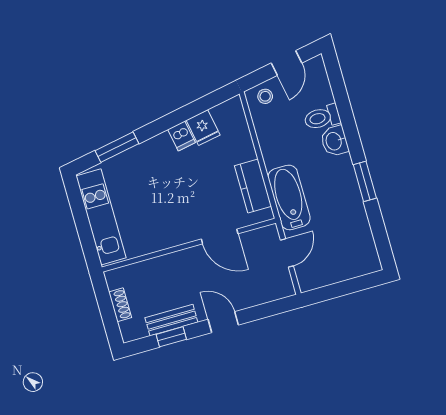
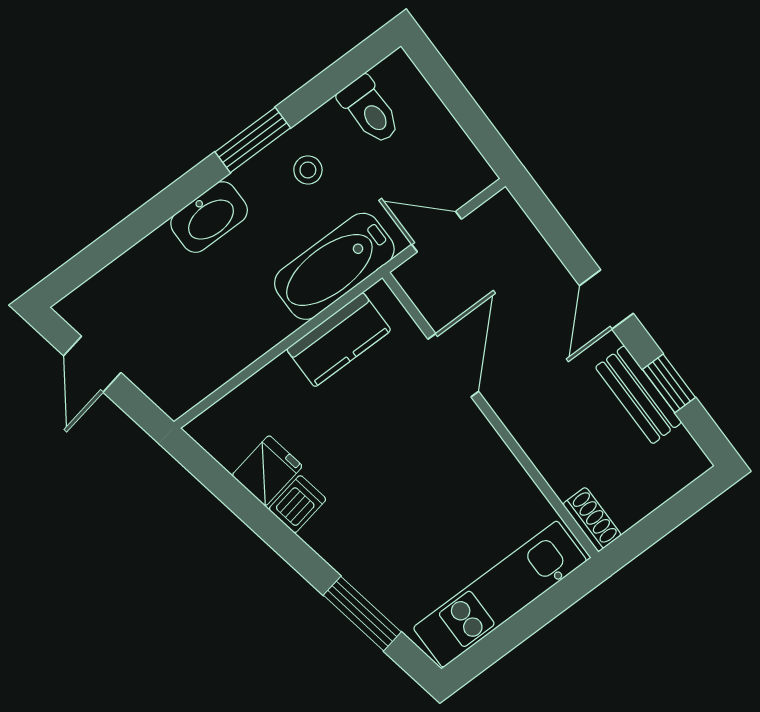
door: (286, 63) -> (92, 364), swing flipped
stool: (265, 96) -> (308, 170), moved
toilet: (322, 117) -> (370, 110), moved
washbasin: (334, 141) -> (209, 217), width x1.38
shoe rack: (120, 305) -> (592, 520), moved, turned 90

